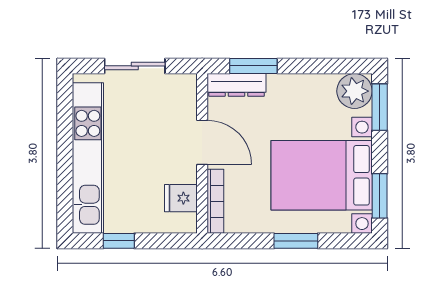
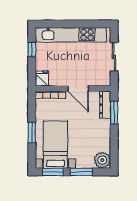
window: (380, 107) -> (81, 172), moved
door: (202, 142) -> (78, 89), hinge flipped
bed with nightstands: (322, 175) -> (55, 145), width x0.73
fridge: (181, 198) -> (42, 79), moved

